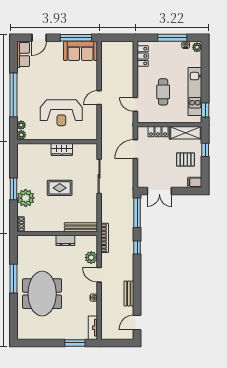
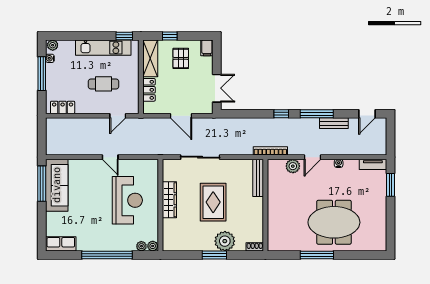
door: (39, 38) -> (42, 226), removed
sofa: (81, 51) -> (57, 185), width x1.36
wardrobe: (62, 149) -> (169, 200), width x1.50
door: (135, 149) -> (181, 116), moved
rug: (60, 188) -> (213, 202), width x1.36, depth x1.43
window: (137, 213) -> (317, 114), moved
dresser: (65, 240) -> (273, 196), removed
door: (137, 323) -> (367, 114), hinge flipped

